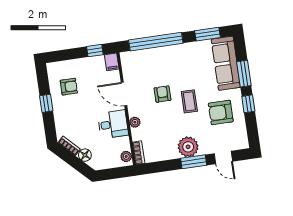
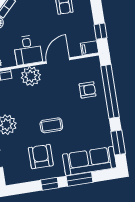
armchair: (162, 94) -> (87, 90), moved
plant: (135, 122) -> (31, 76), width x1.88, depth x1.88

